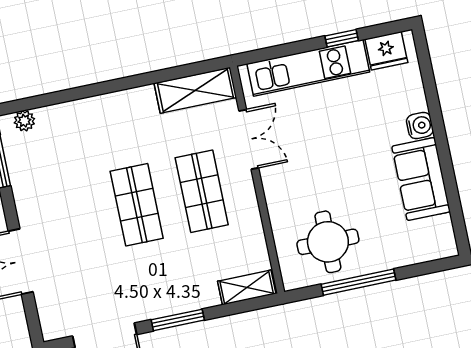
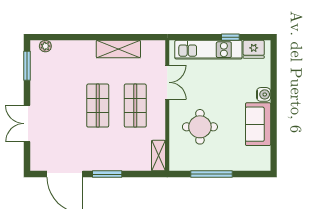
shelving: (195, 90) -> (118, 49), moved
round table: (328, 242) -> (200, 127), moved
shelving: (247, 287) -> (158, 156), moved, turned 90

